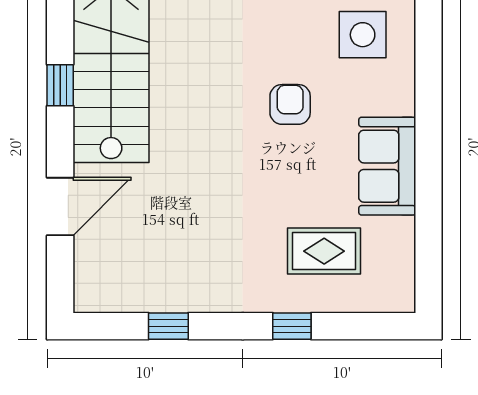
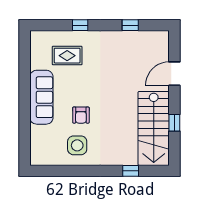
side table: (363, 35) -> (77, 145), moved
sofa: (387, 166) -> (41, 97), width x1.36

